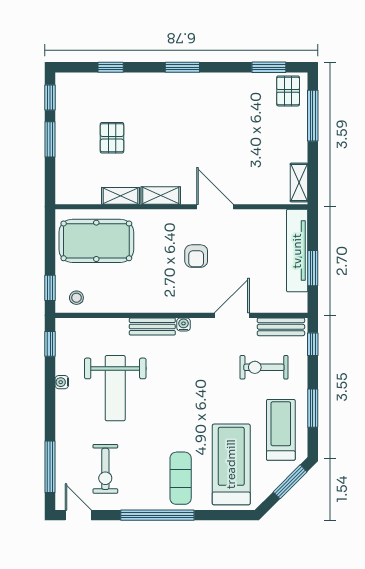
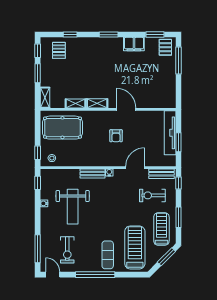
filing cabinet: (230, 85) -> (134, 44), added
pallet: (112, 138) -> (59, 50), moved
shelving: (299, 183) -> (45, 98), moved

